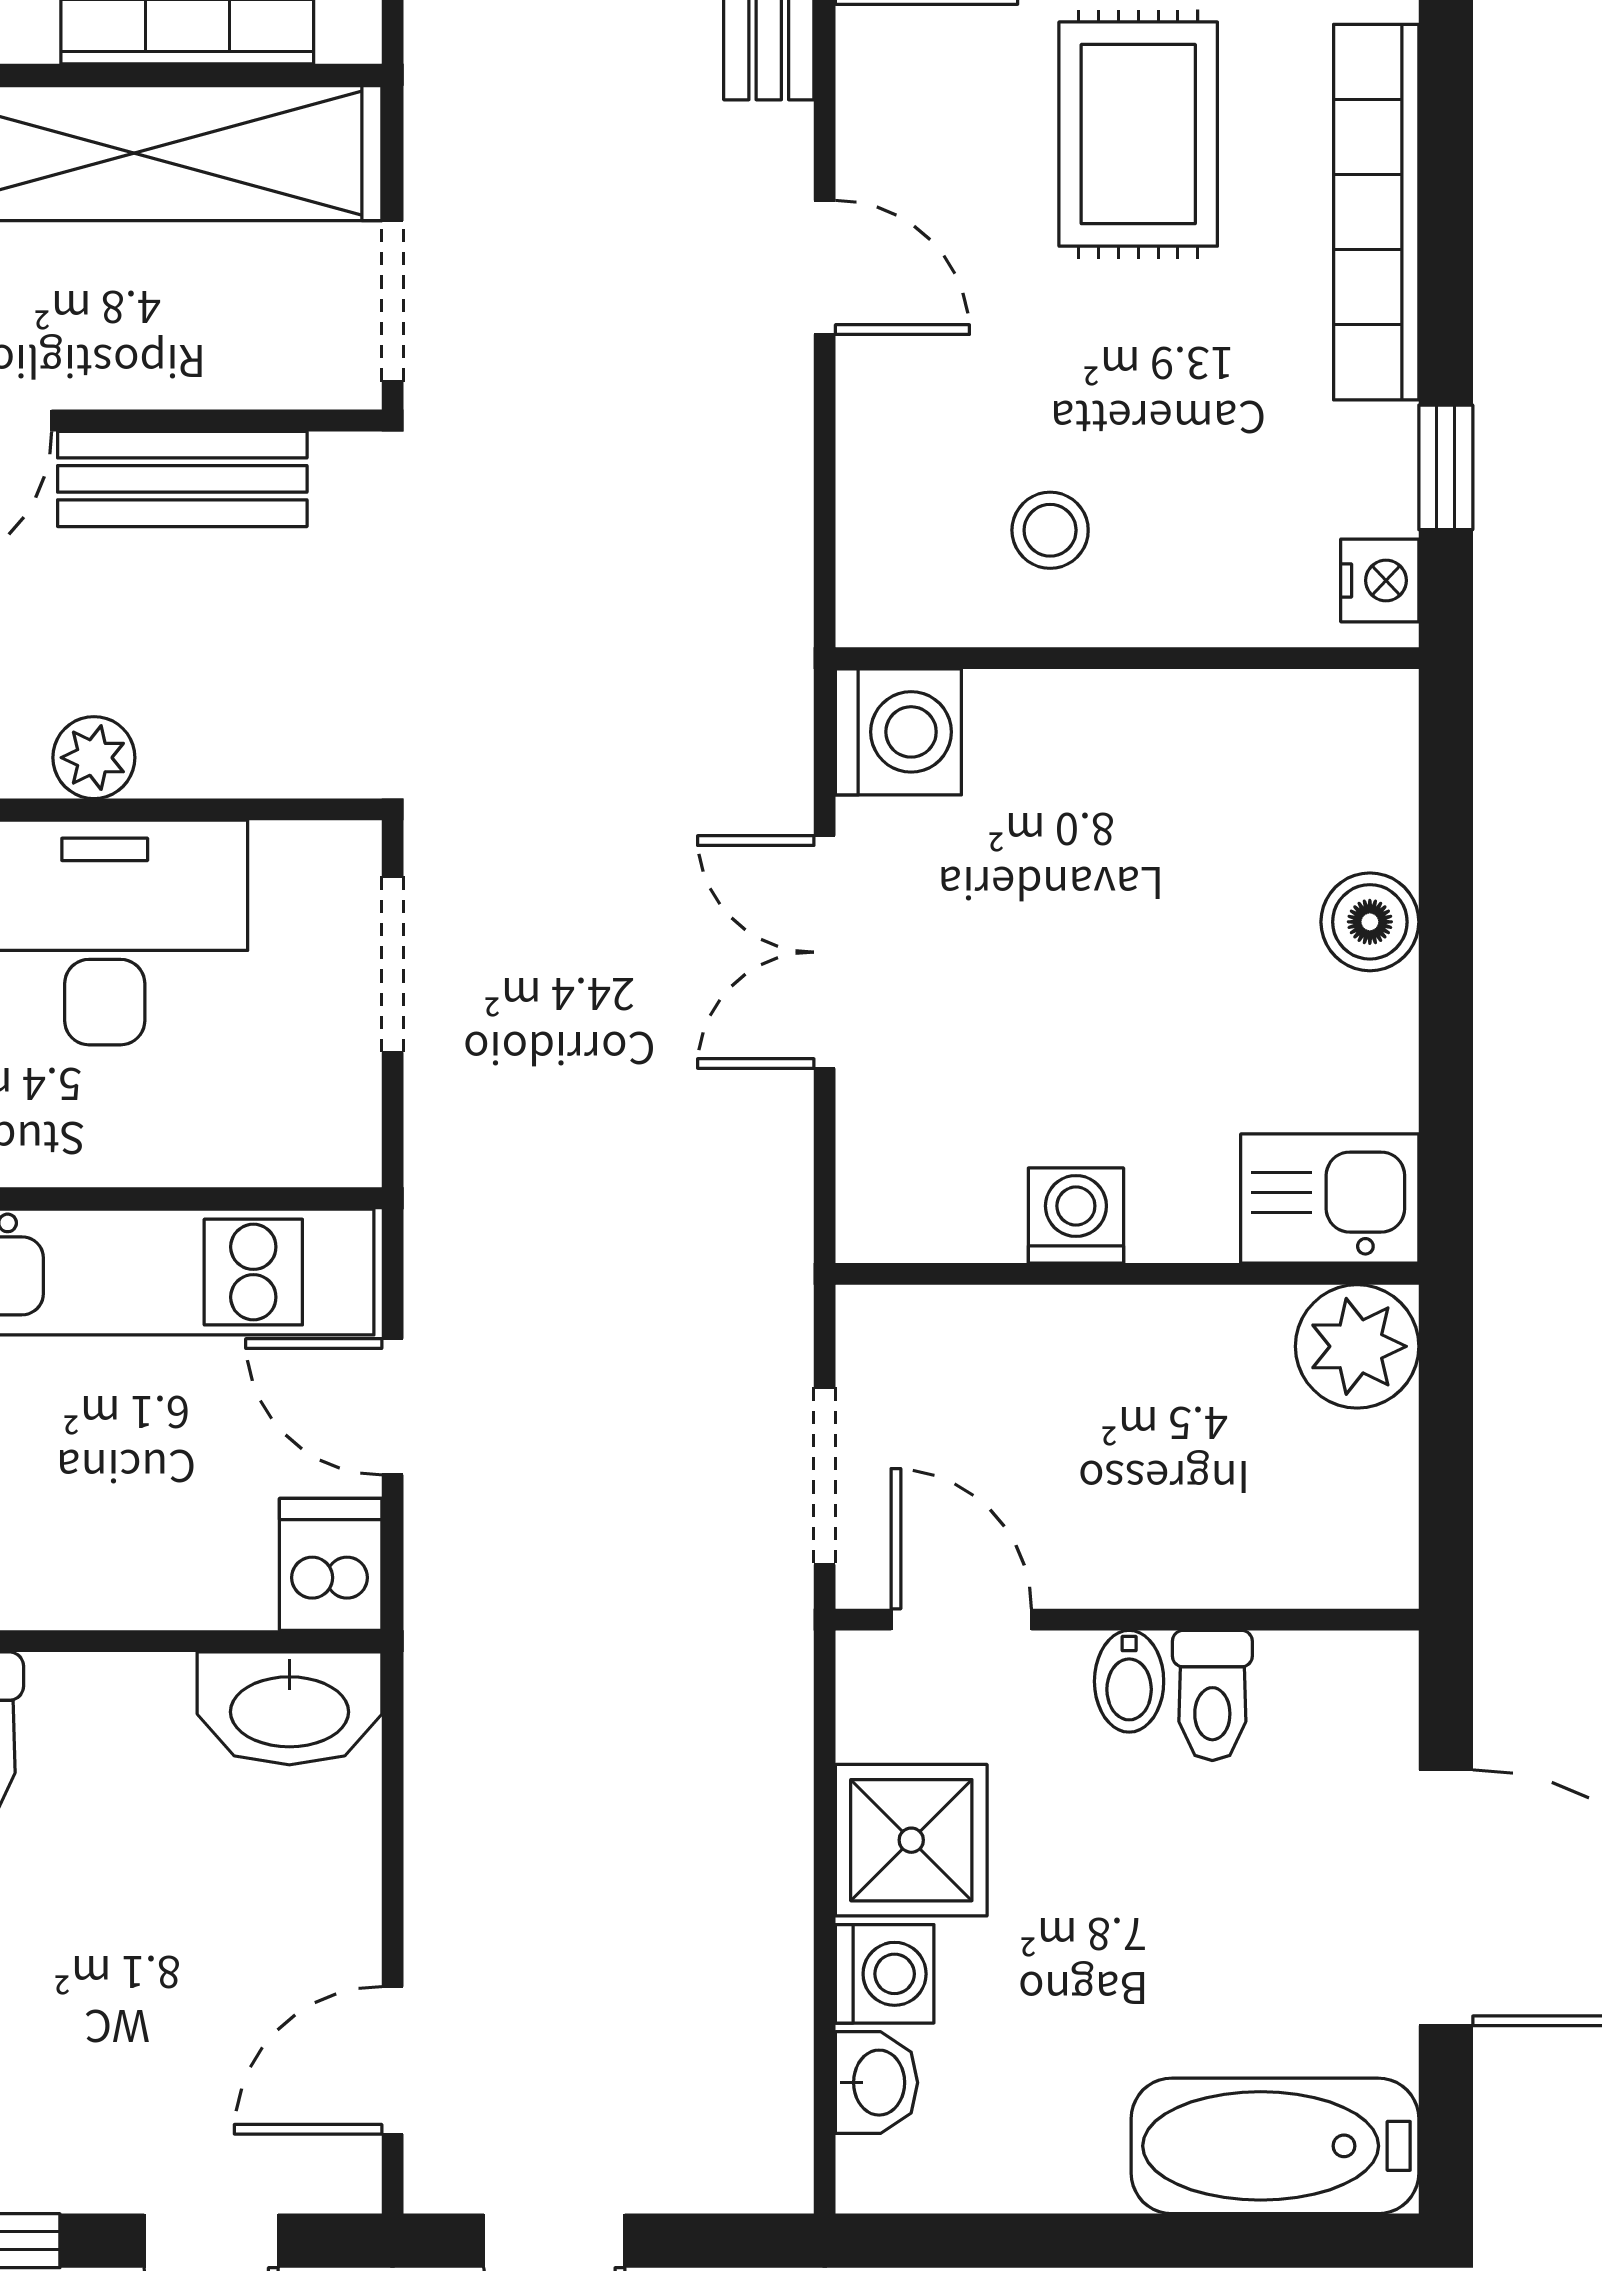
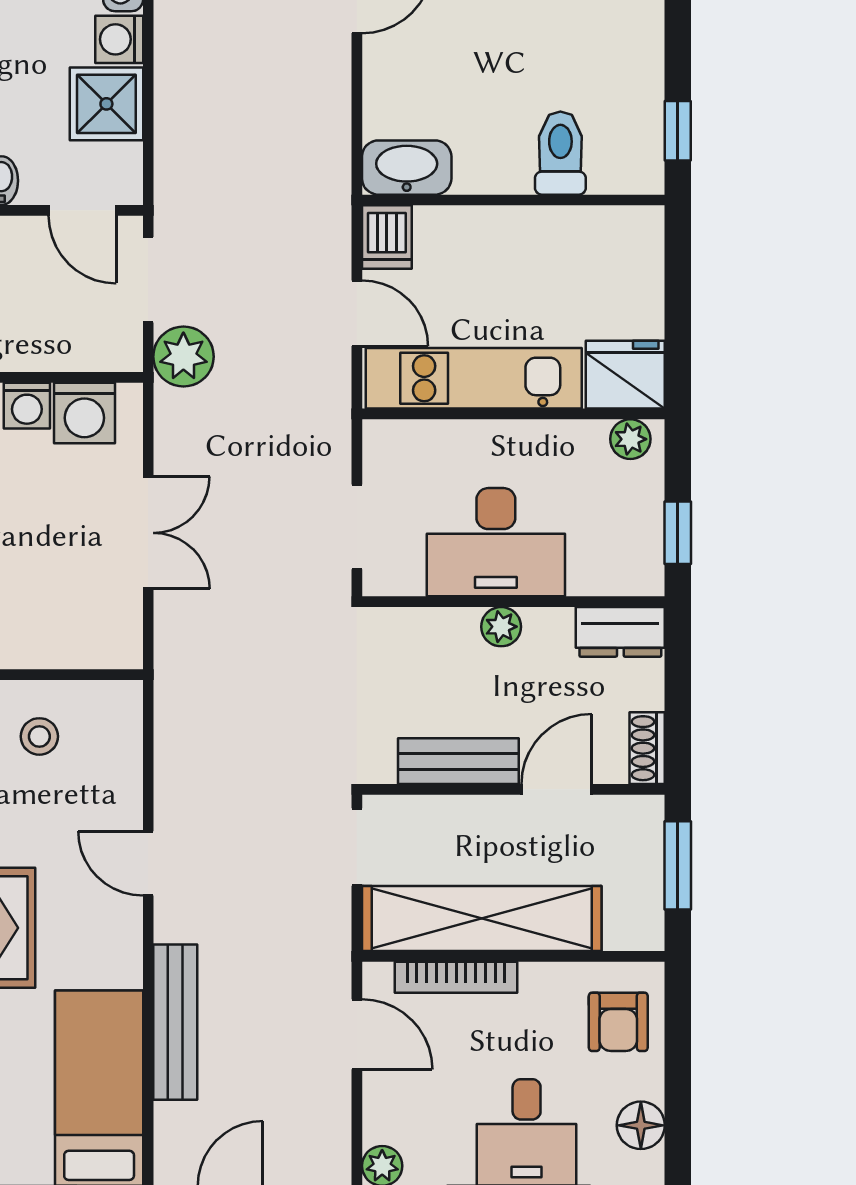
washing machine: (898, 732) -> (84, 413), moved, turned -90
plant: (752, 1317) -> (183, 357), added

